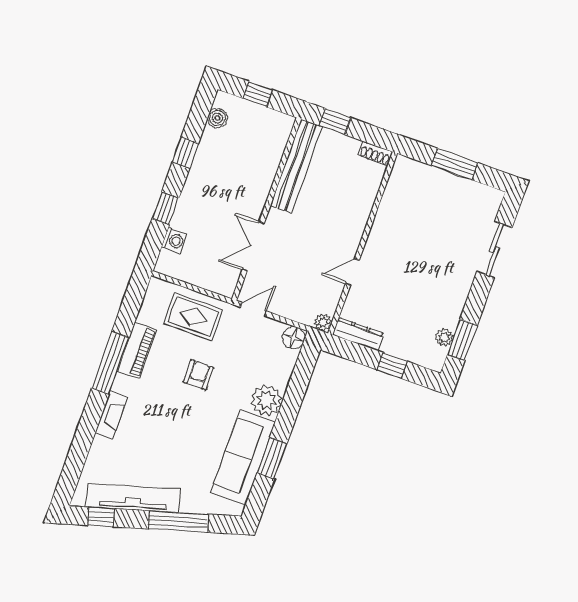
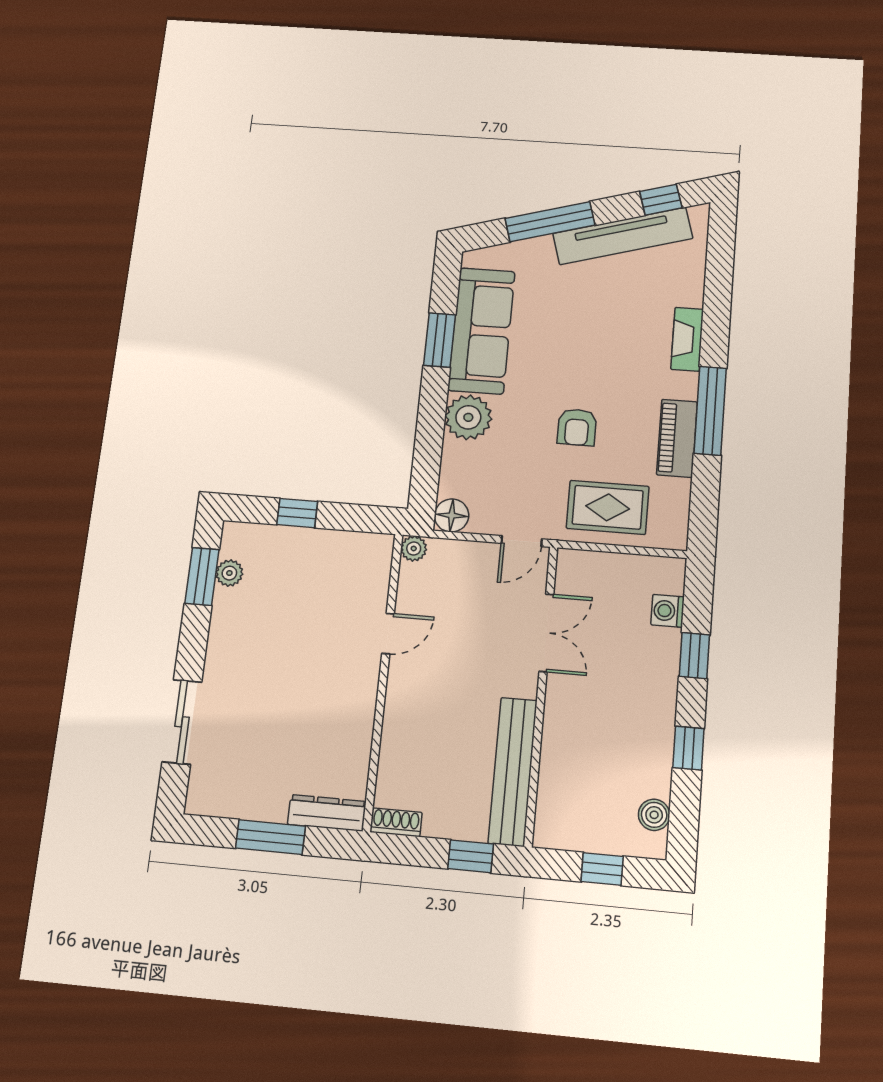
dresser: (358, 334) -> (327, 813), moved, turned 180

